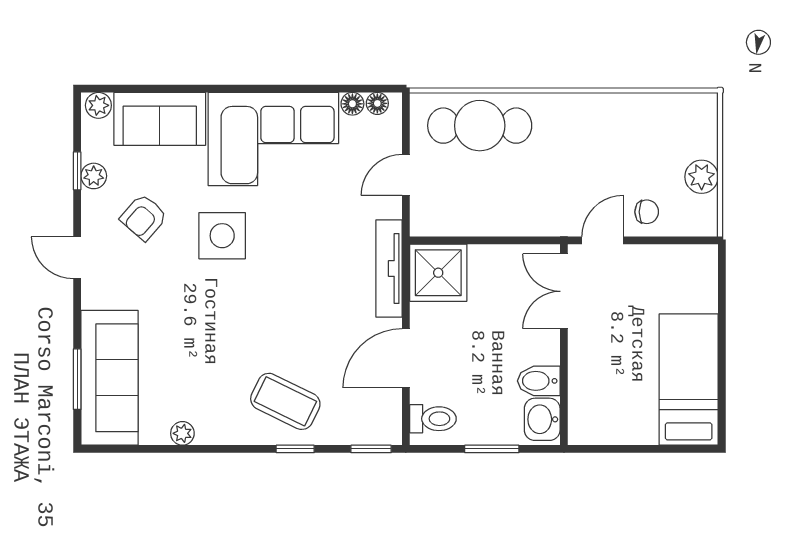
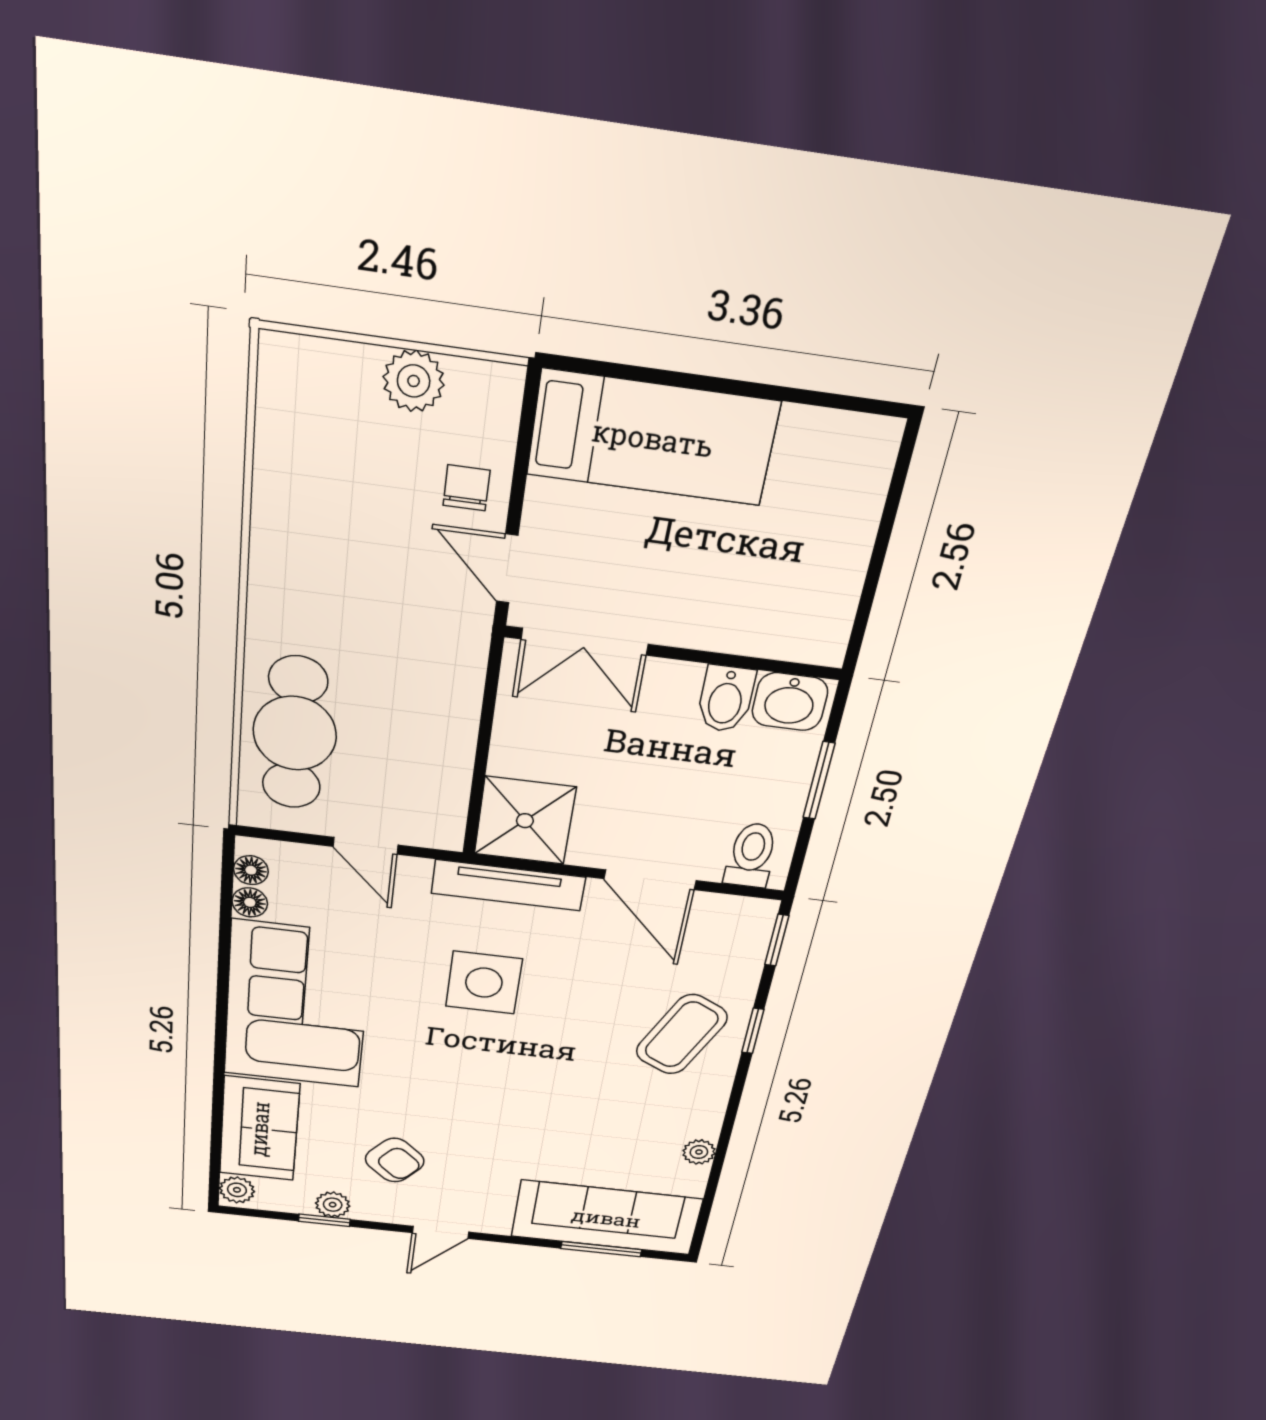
side table: (222, 236) -> (484, 983), moved
bed: (689, 380) -> (653, 438), moved, turned 180

